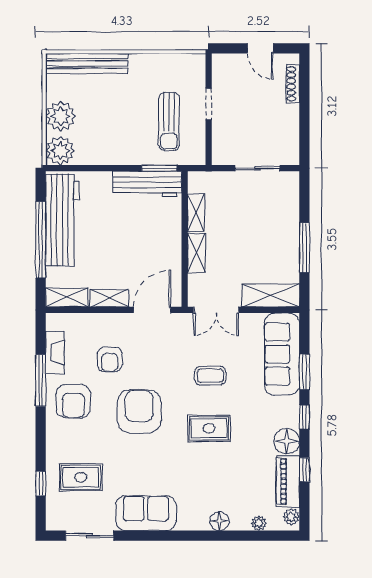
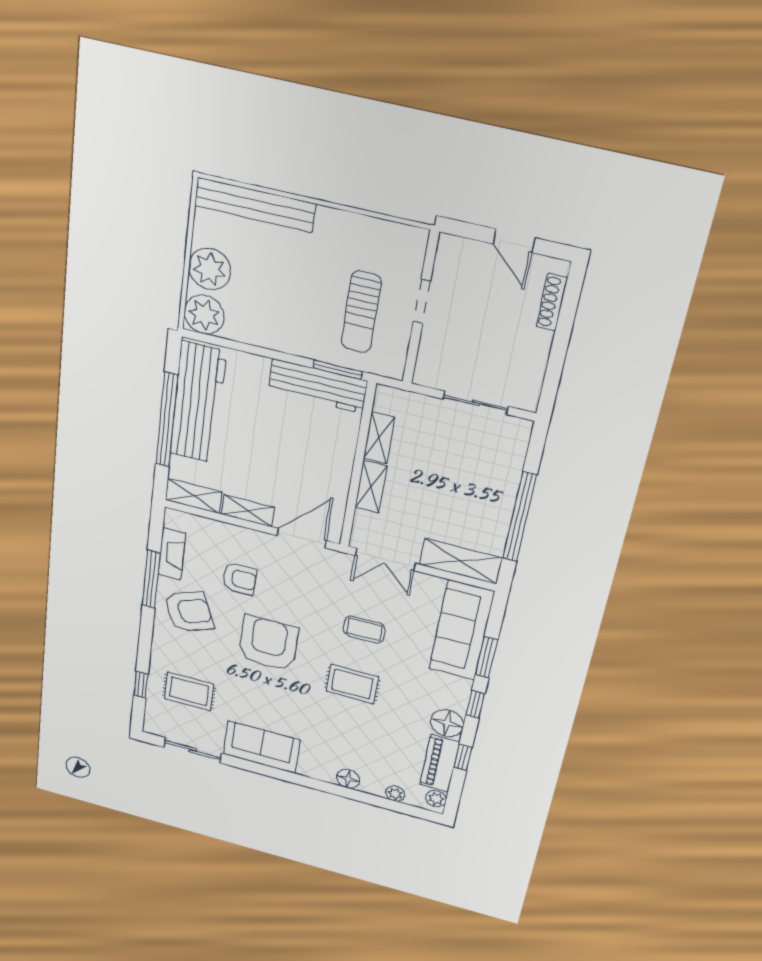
window: (304, 248) -> (519, 517), width x1.46
armchair: (110, 359) -> (239, 579), turned -90
armchair: (73, 401) -> (189, 612), turned -112

